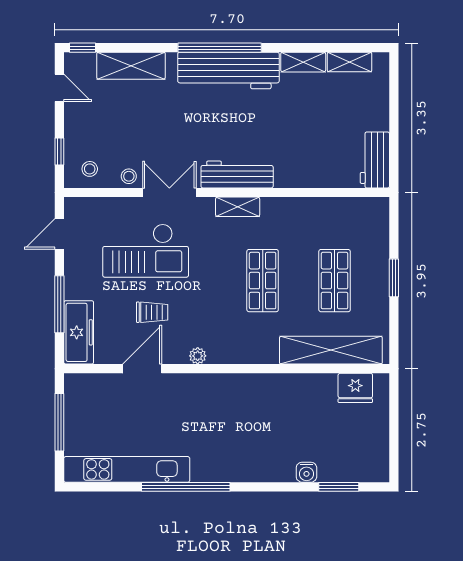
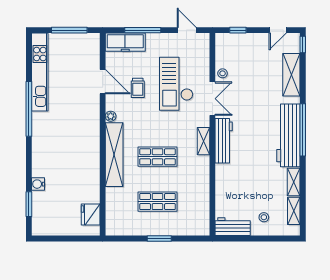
stool: (90, 169) -> (264, 217), moved
shelving: (331, 350) -> (114, 155), moved

